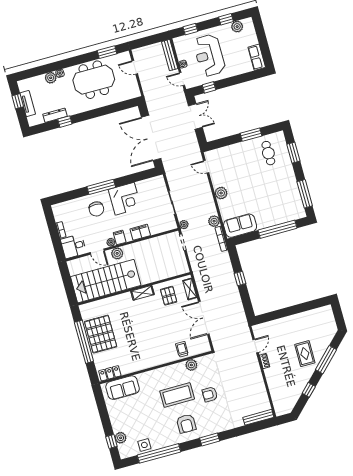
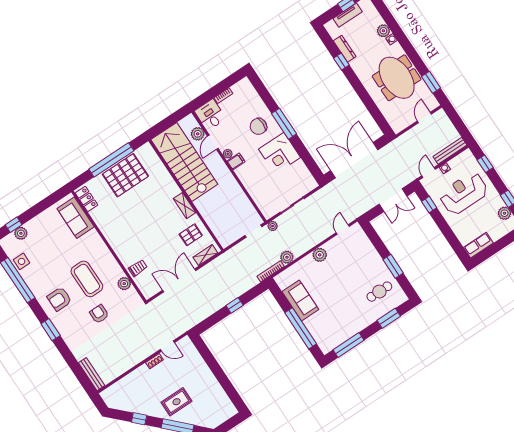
sofa: (240, 226) -> (300, 300), moved
filing cabinet: (140, 232) -> (249, 182), removed
plant: (117, 253) -> (198, 134), moved

